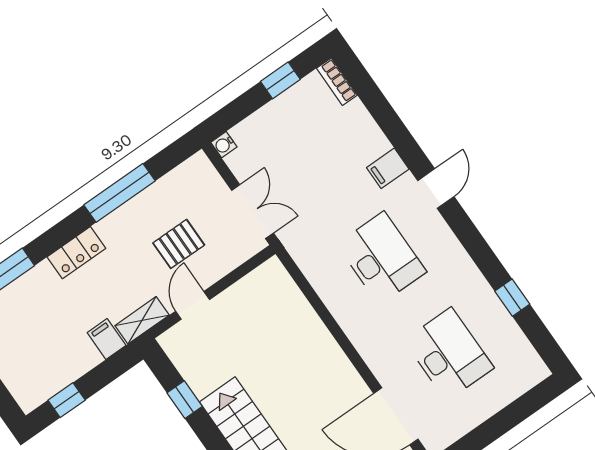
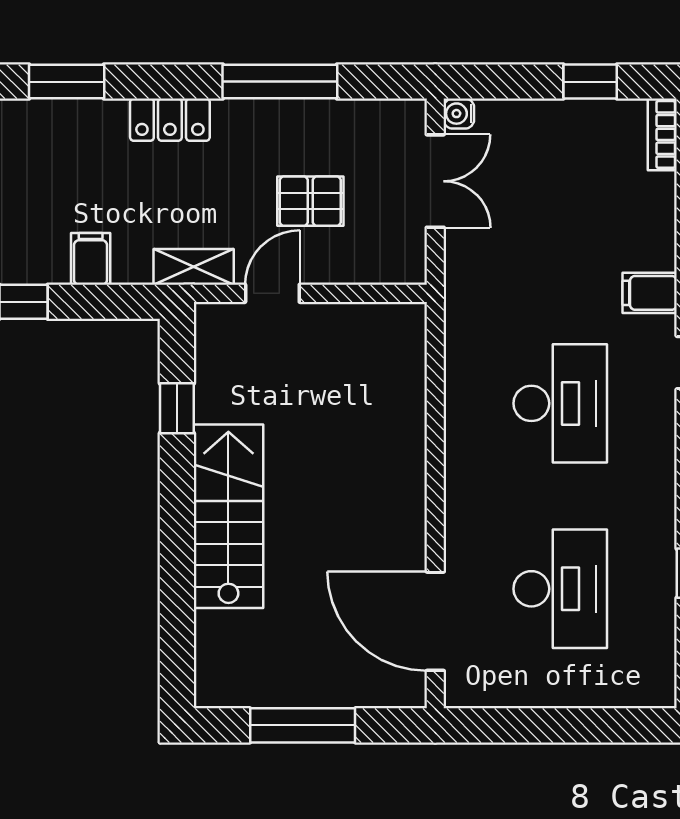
double door: (253, 212) -> (435, 181), moved
filing cabinet: (107, 339) -> (91, 259), moved

